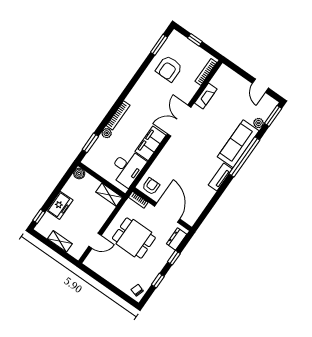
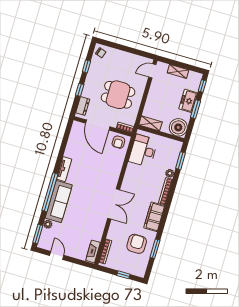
window: (159, 45) -> (155, 249), moved
fireplace: (206, 96) -> (93, 251), moved
filing cabinet: (150, 143) -> (154, 217), moved, turned 180
boiler: (79, 174) -> (178, 127), width x1.86, depth x1.86
window: (55, 194) -> (195, 109), added
door: (95, 241) -> (152, 71), moved

